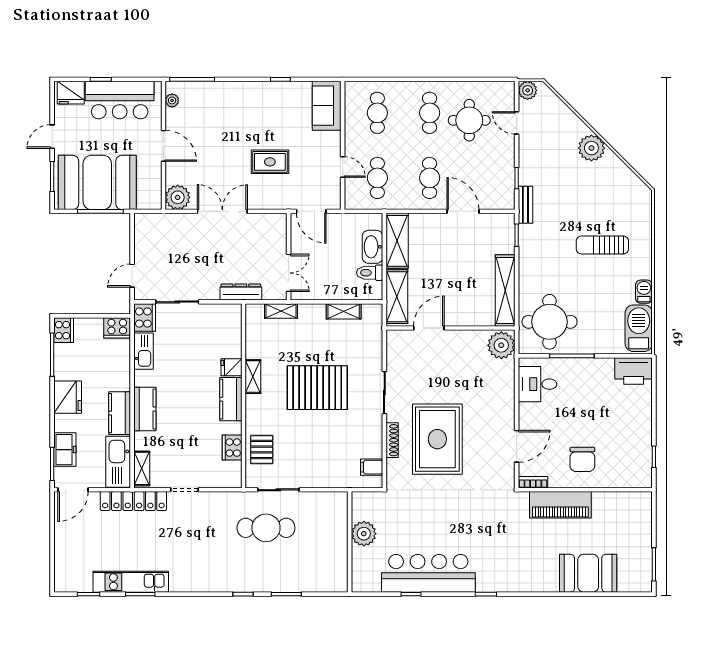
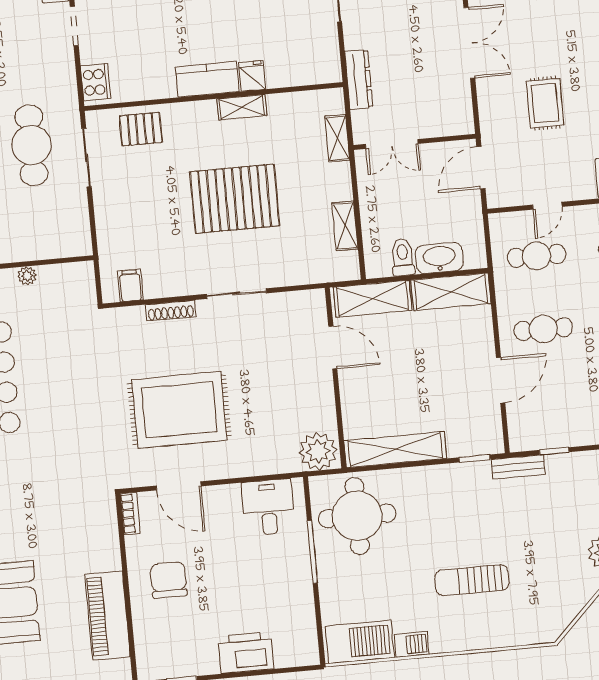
sun lounger: (602, 245) -> (472, 580), turned -90
printer: (634, 371) -> (246, 653), moved, turned 90
pallet: (317, 388) -> (235, 199), turned 90
rug: (437, 439) -> (179, 410), moved
cooker: (232, 448) -> (96, 82), moved, turned 90
chair: (582, 459) -> (169, 580), turned 90
piano: (560, 505) -> (108, 616), moved
plant: (364, 534) -> (27, 276), width x0.53, depth x0.53

